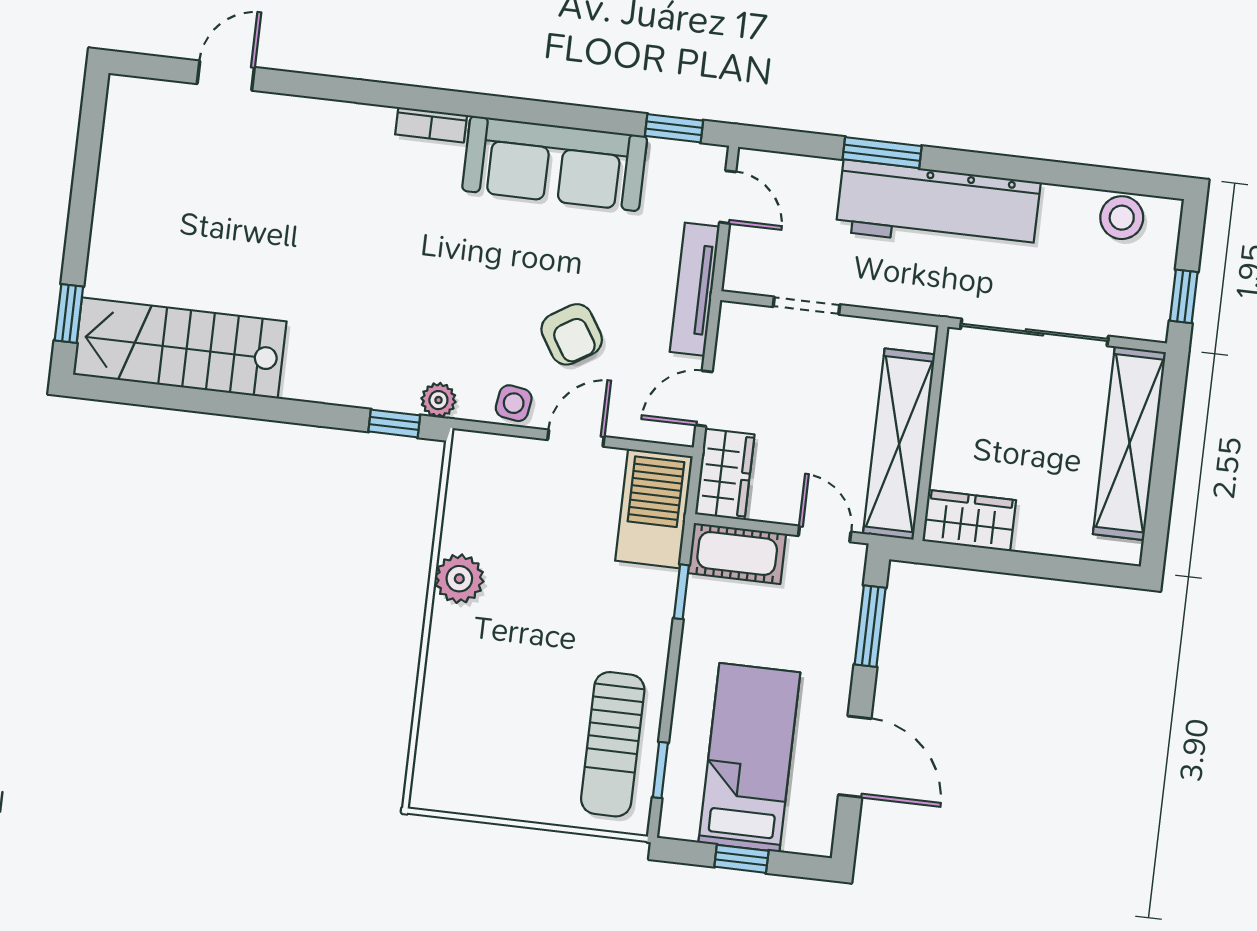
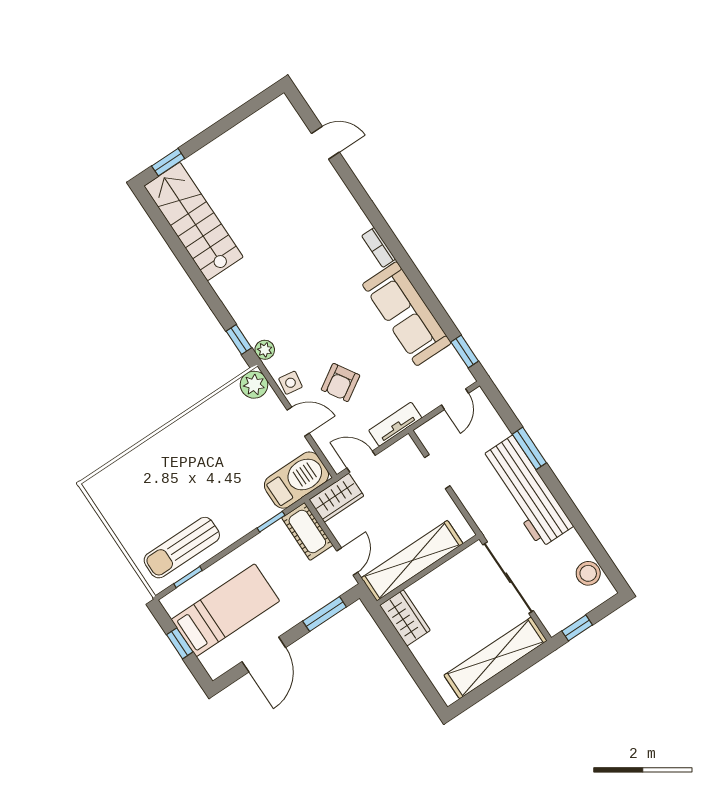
tv unit: (695, 289) -> (395, 424), width x0.71
plant: (459, 579) -> (254, 385), moved

